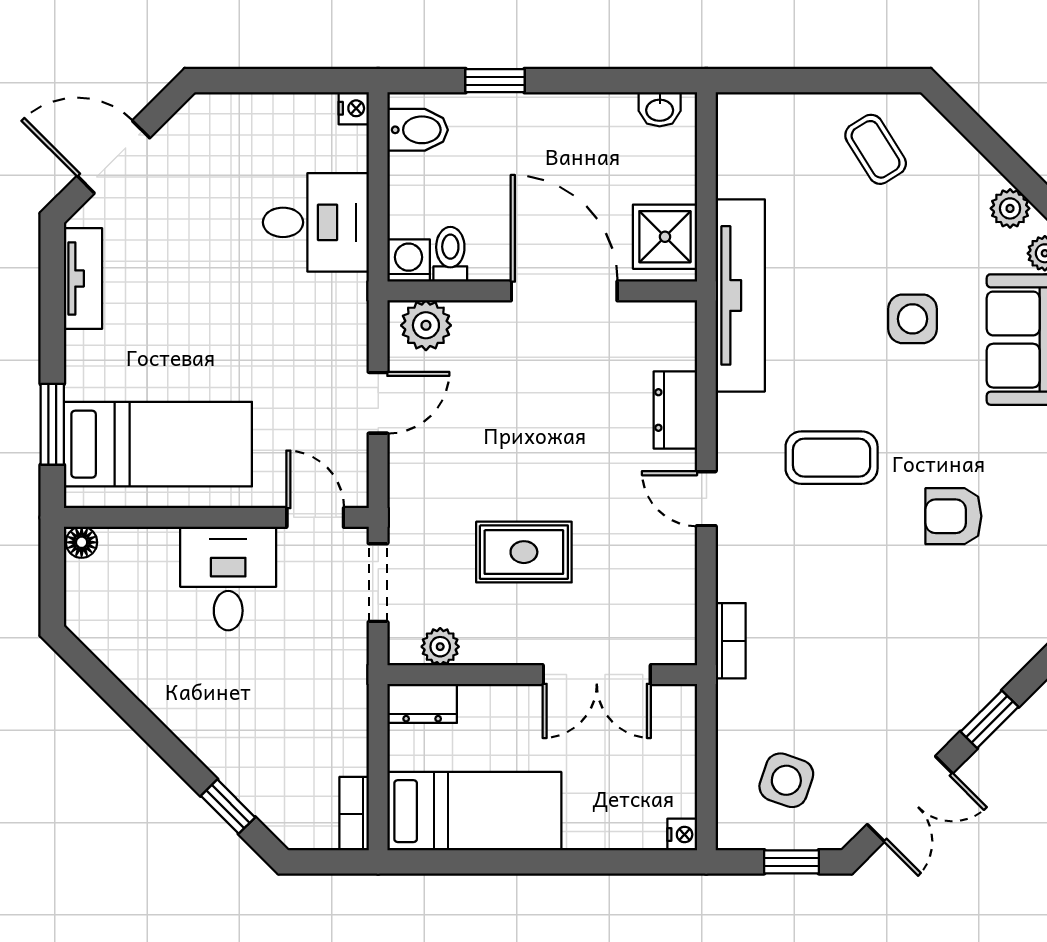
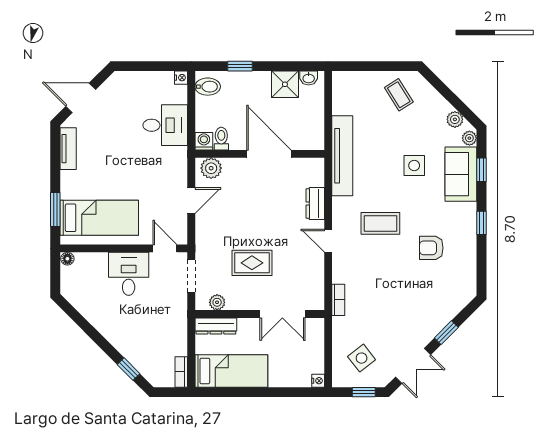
shower: (665, 237) -> (285, 84), moved
dresser: (422, 703) -> (216, 326), width x1.44
side table: (786, 780) -> (362, 358), turned 33

